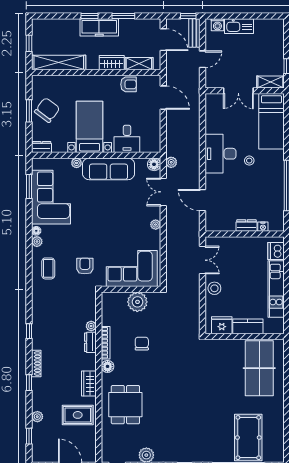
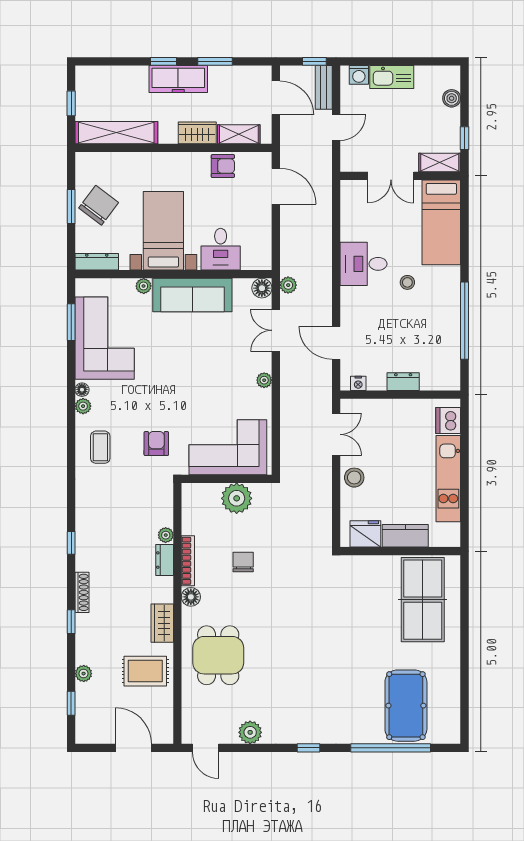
boiler: (278, 40) -> (452, 98), added
dresser: (42, 147) -> (97, 262), width x1.44
desk: (221, 154) -> (363, 264), width x0.73
nightstand: (263, 227) -> (358, 383), moved

